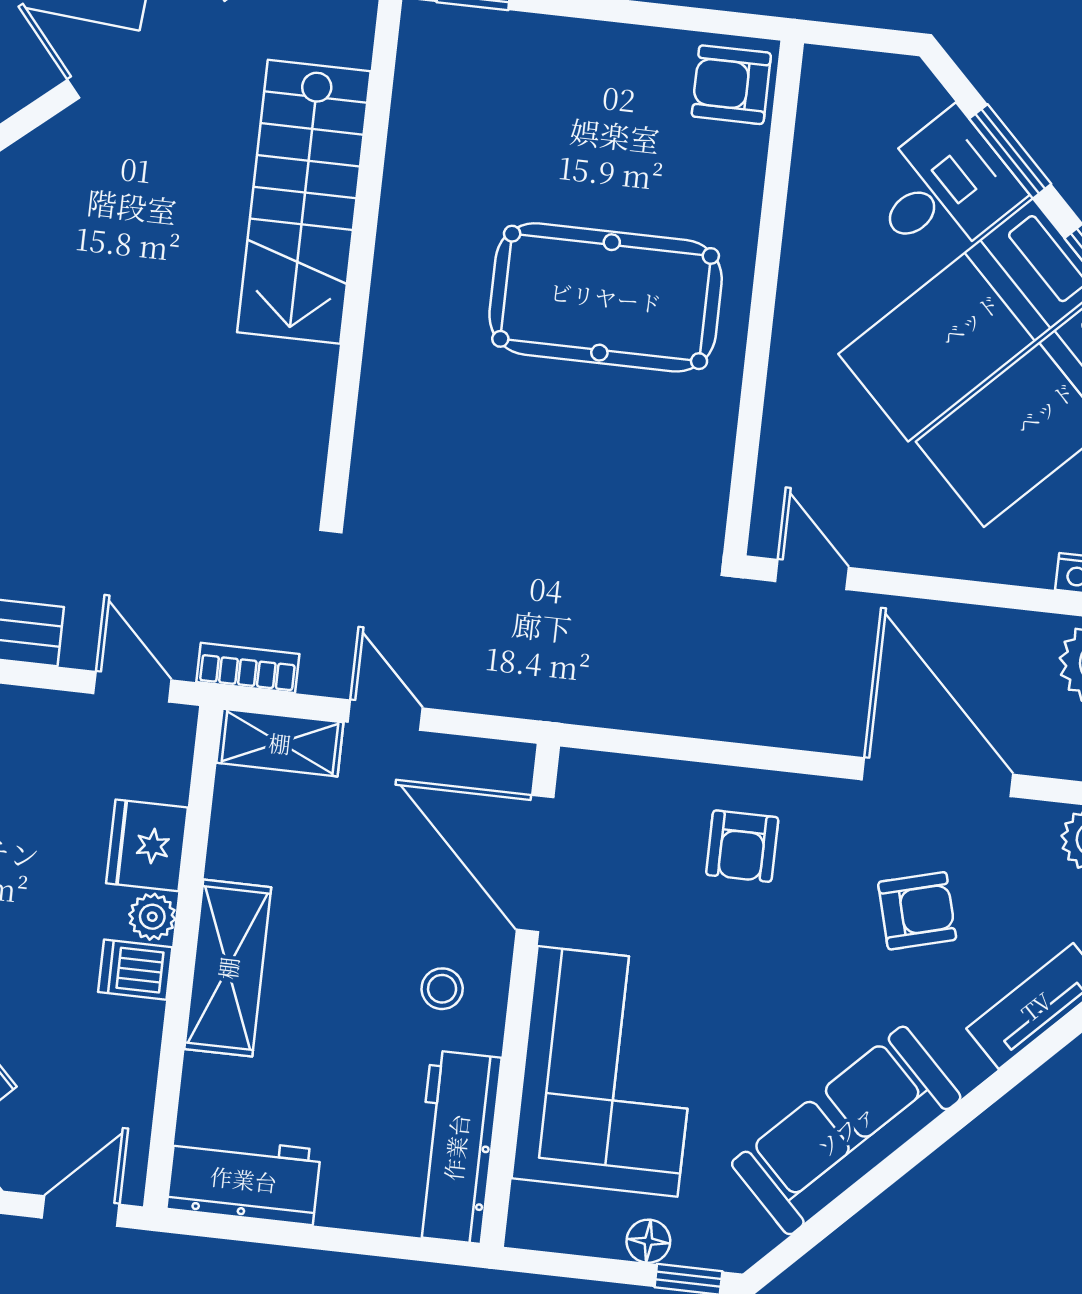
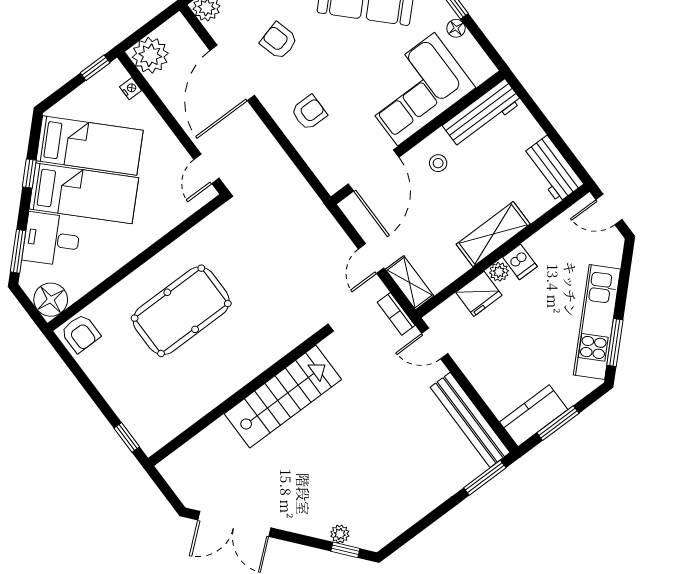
floor lamp: (839, 88) -> (51, 300), added
window: (1010, 151) -> (18, 251), moved
stairs: (304, 202) -> (283, 397), moved
pool table: (606, 297) -> (181, 311), turned 90
door: (132, 687) -> (435, 344), hinge flipped

